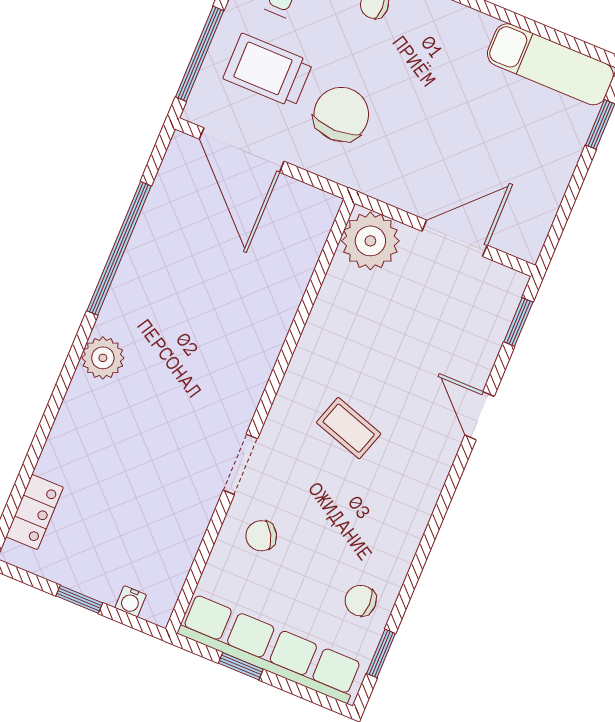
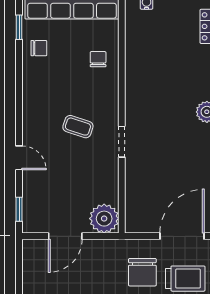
door: (242, 150) -> (182, 236), hinge flipped
doorway: (240, 464) -> (122, 142), moved
chair: (261, 536) -> (98, 59), turned -61

